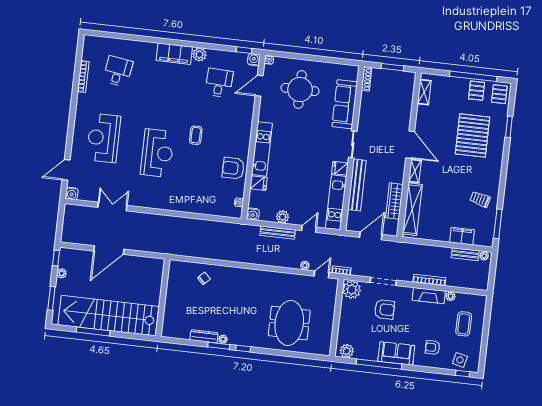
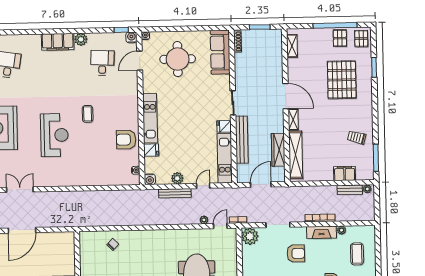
sofa: (345, 104) -> (220, 52), moved
armchair: (384, 309) -> (296, 253), moved

